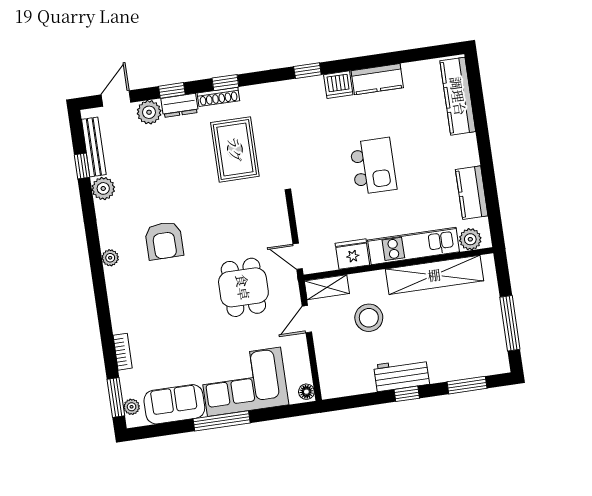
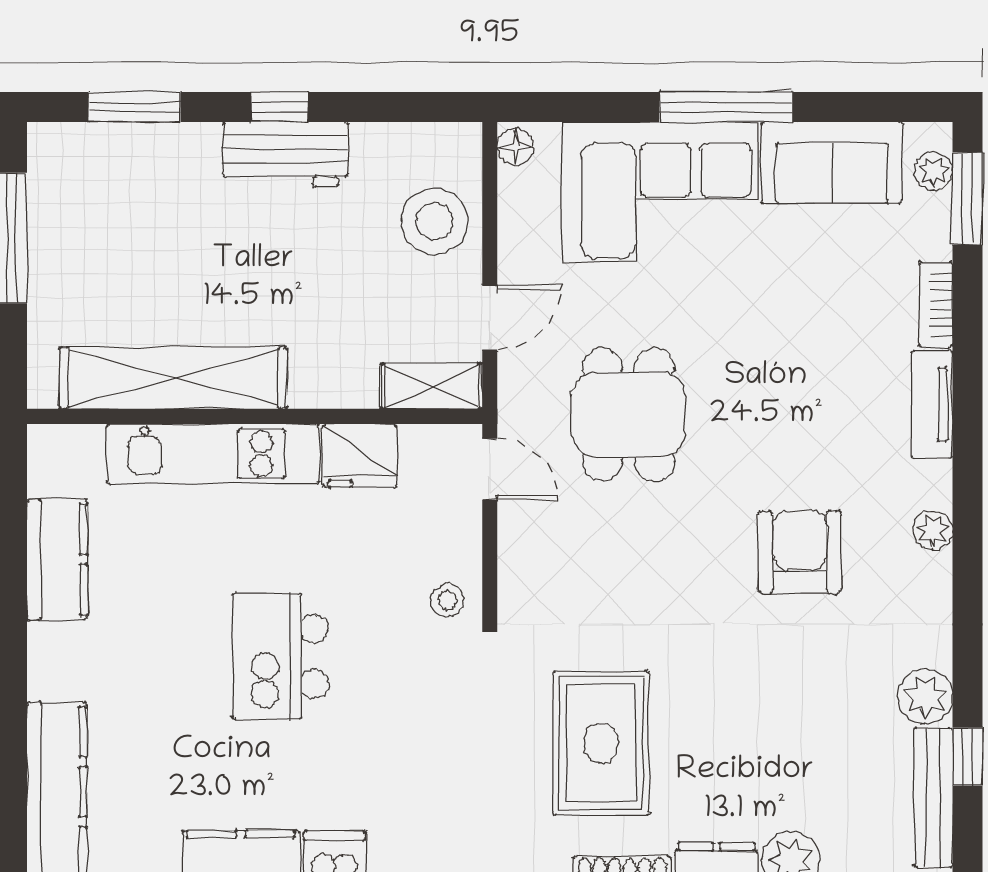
stool: (307, 199) -> (447, 600), added
plant: (470, 239) -> (76, 450), removed
tv unit: (118, 310) -> (932, 405), added
stool: (369, 318) -> (435, 221), moved

